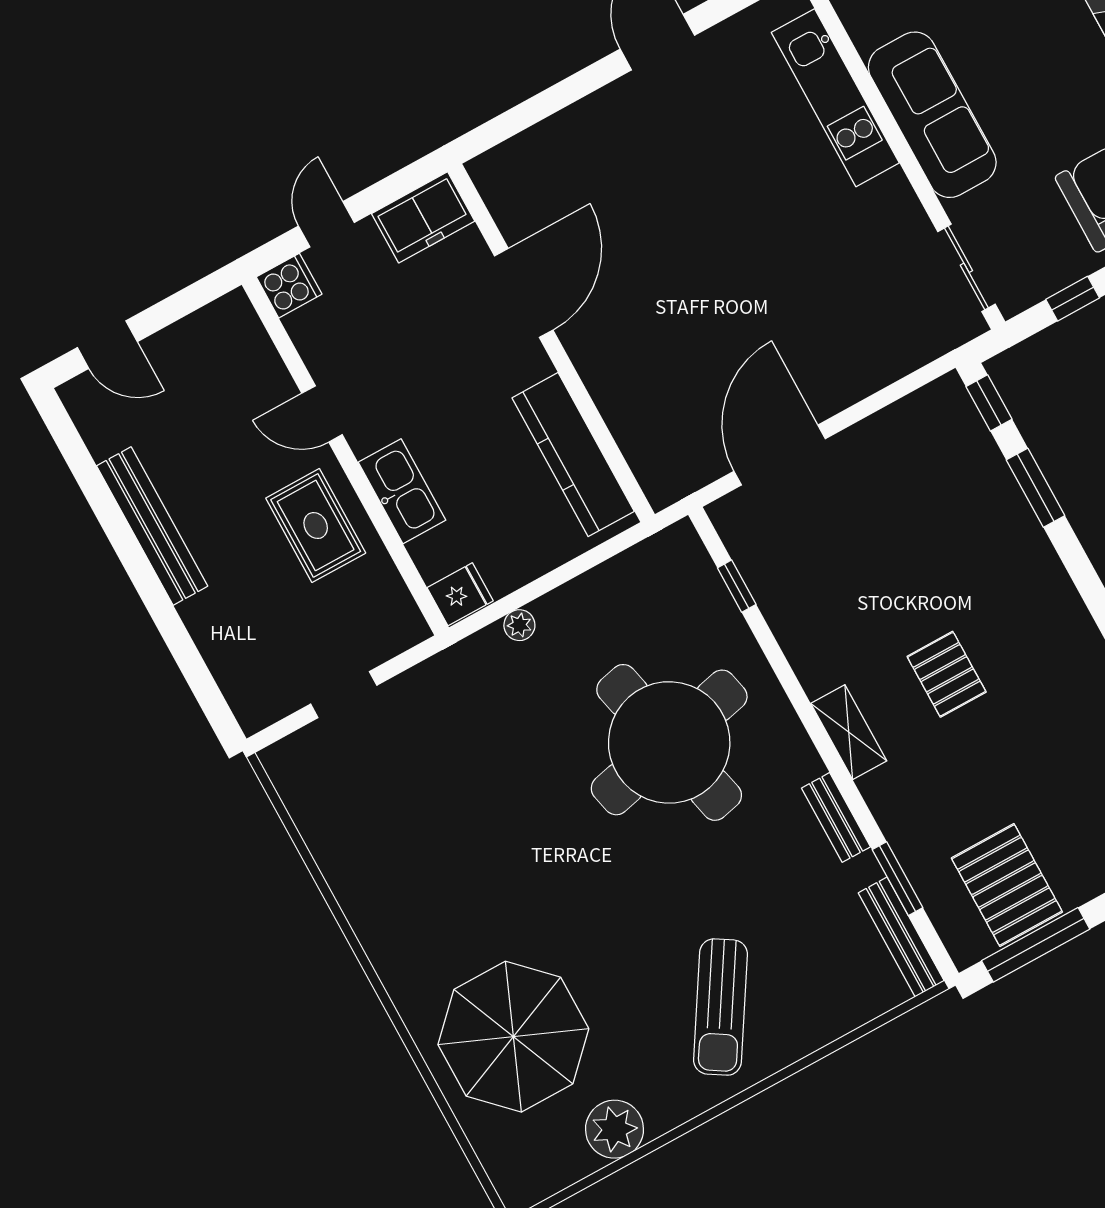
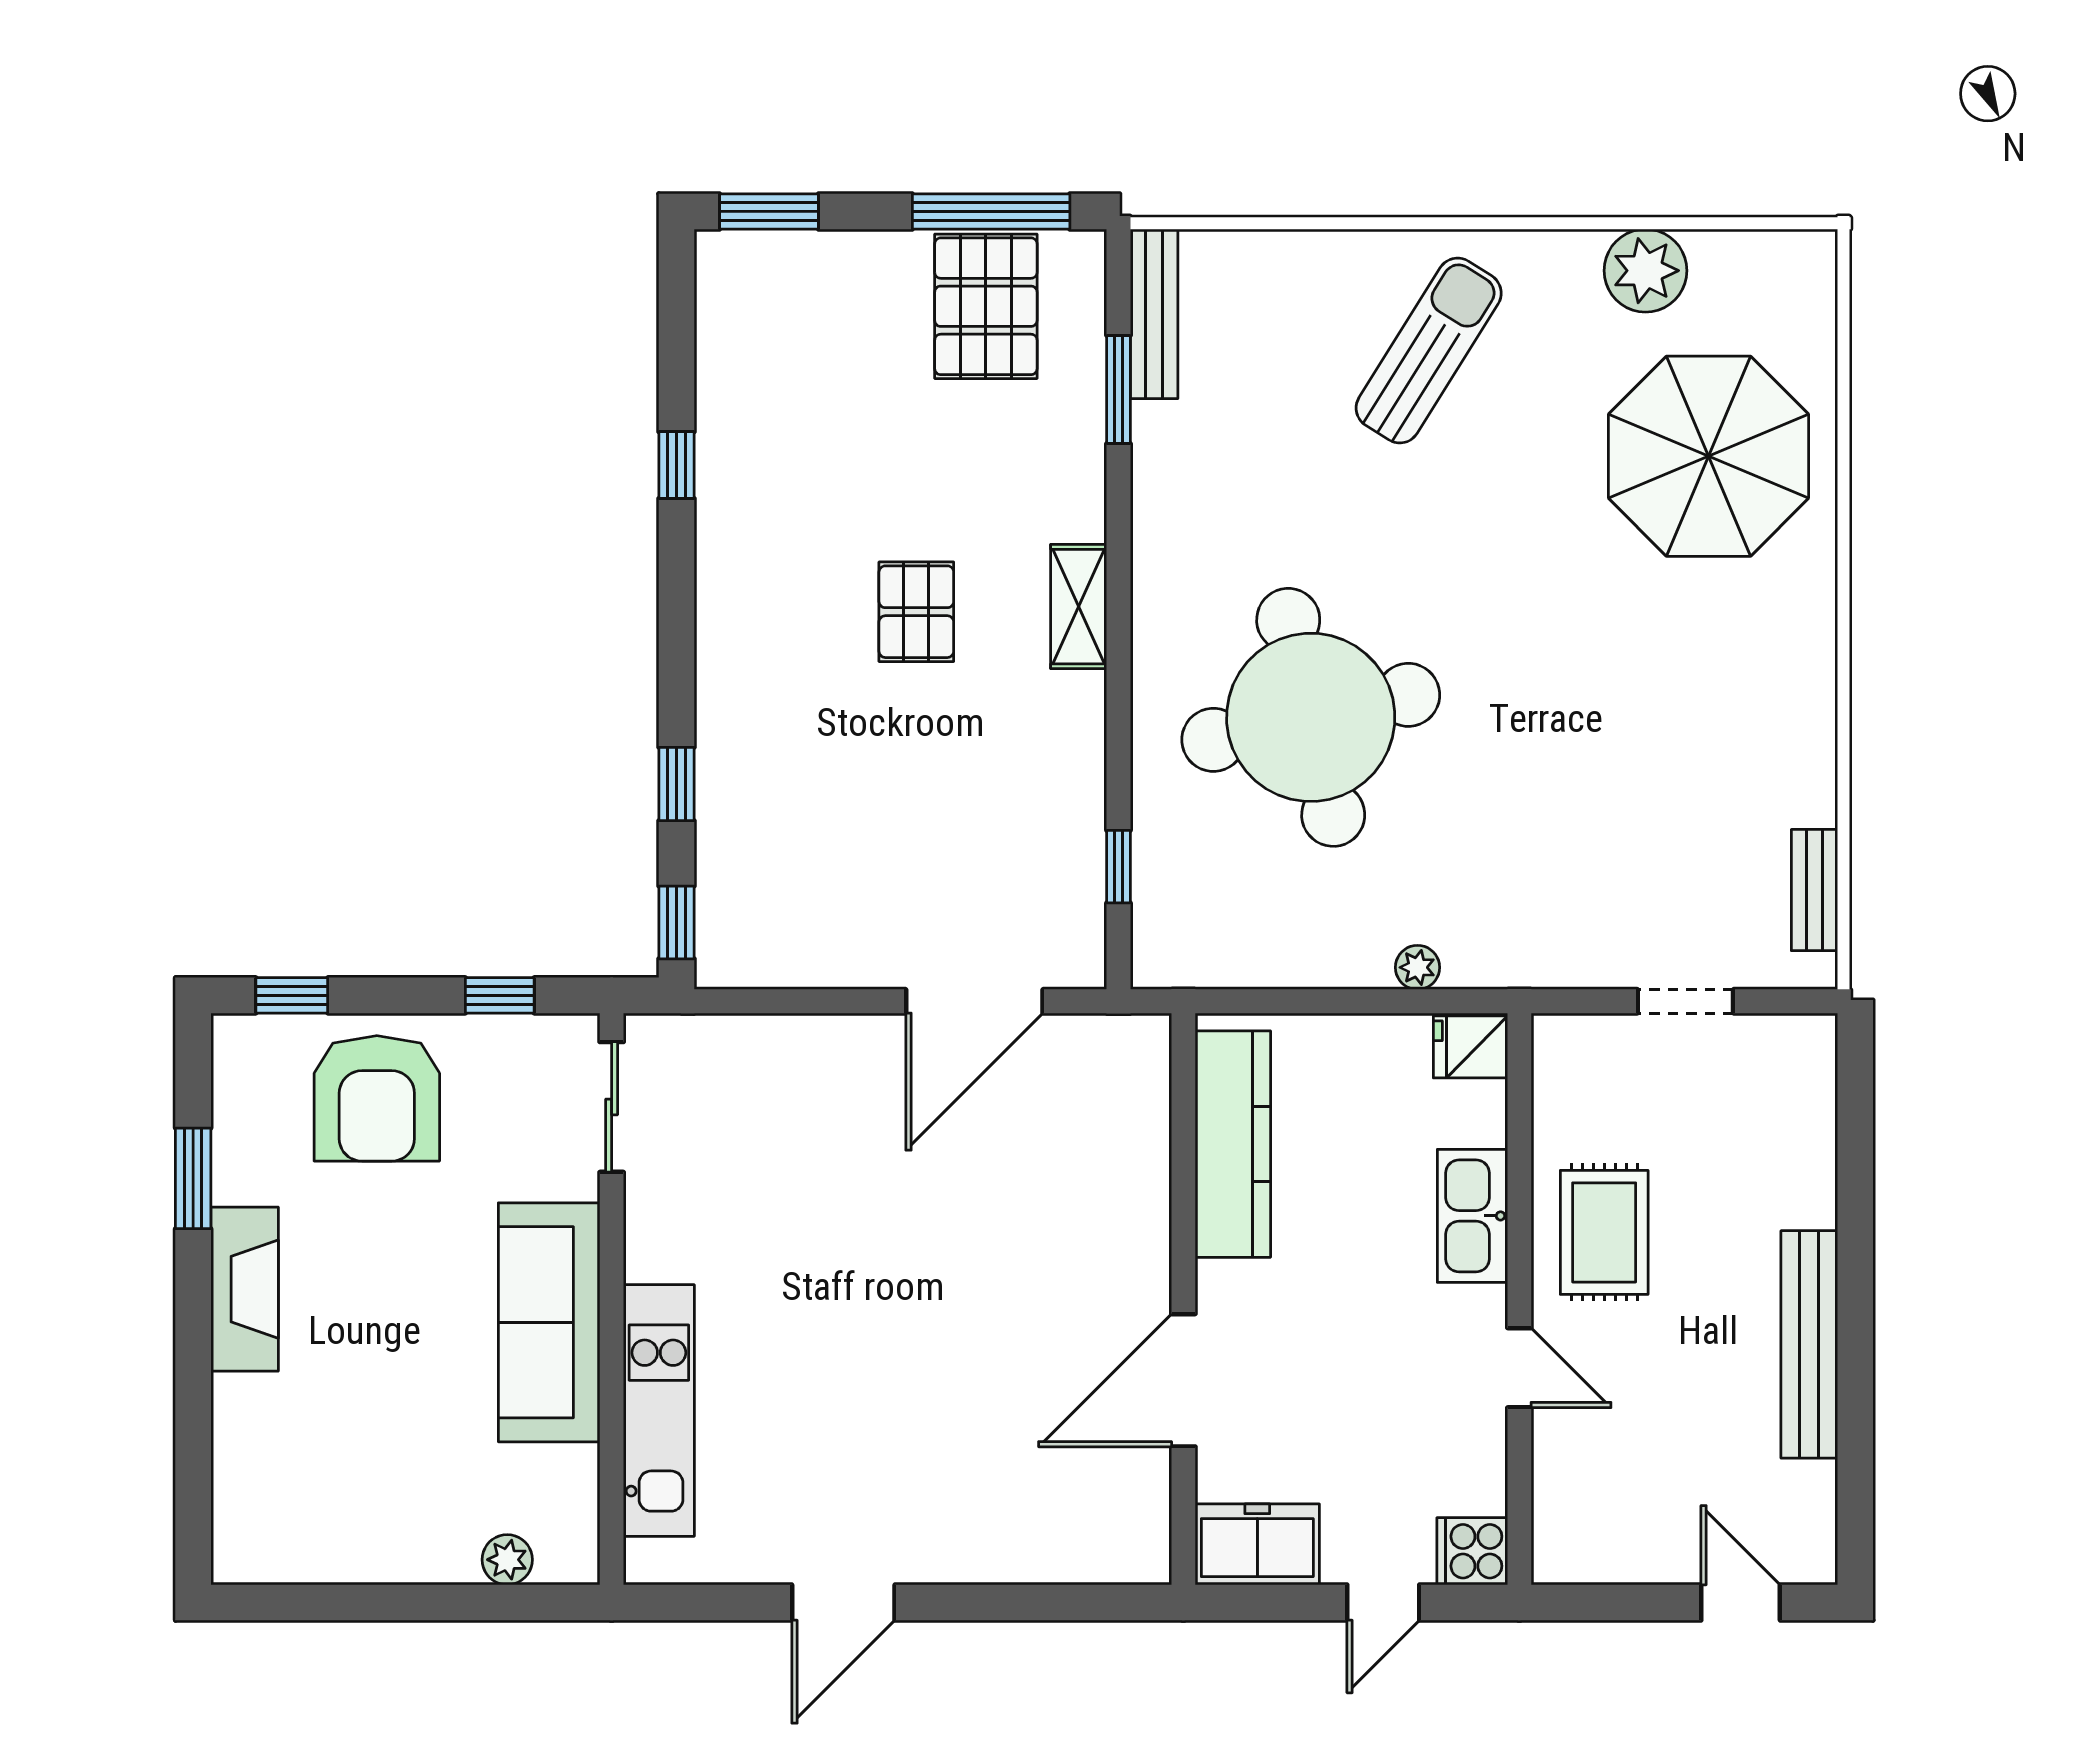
window: (1036, 488) -> (676, 784), width x0.67
bench: (836, 817) -> (1814, 890), moved

